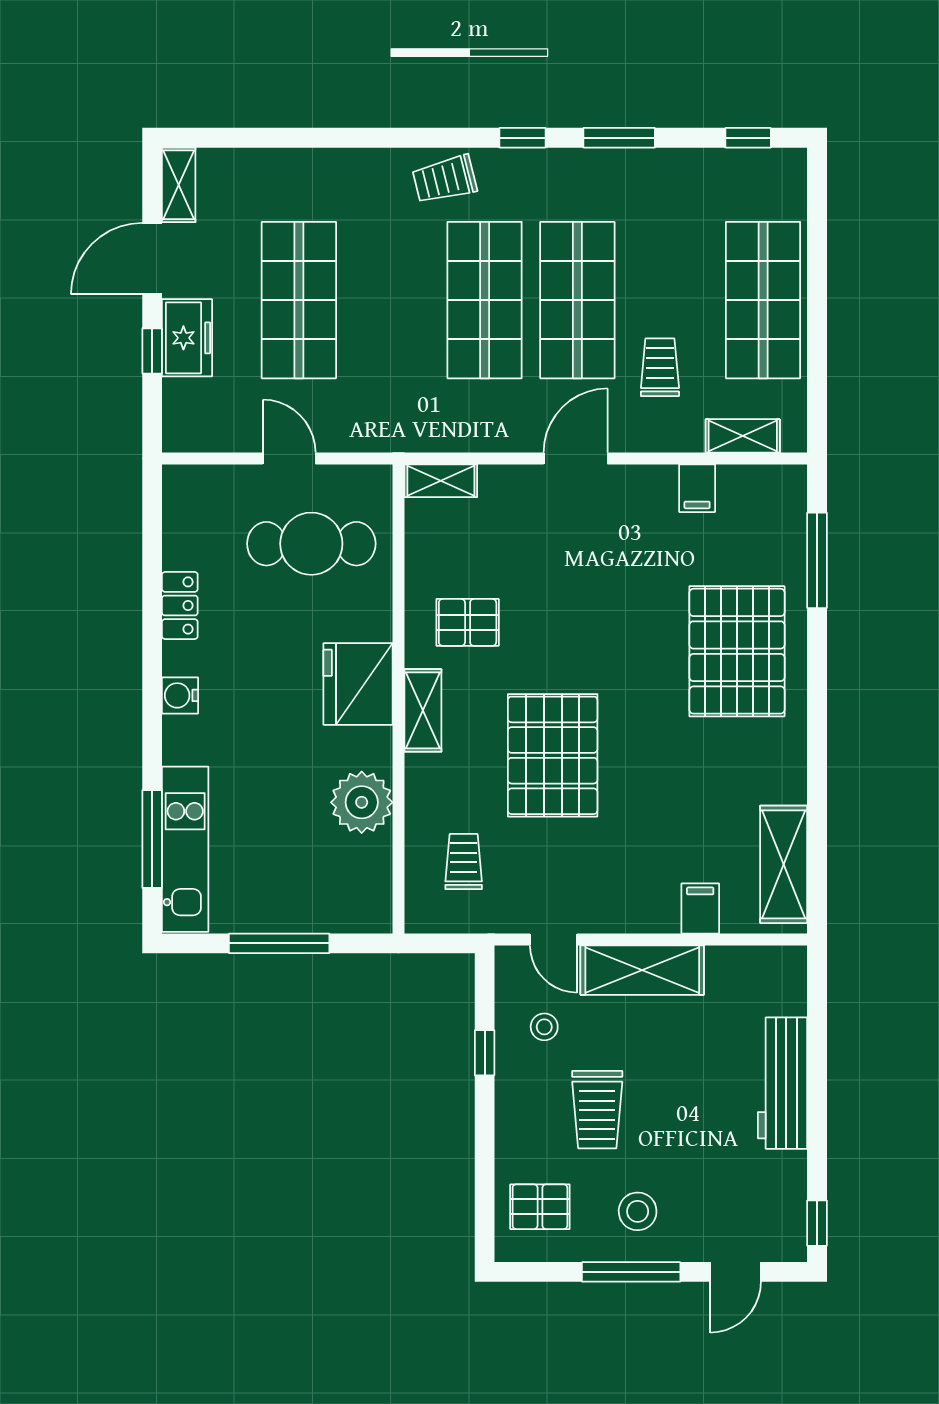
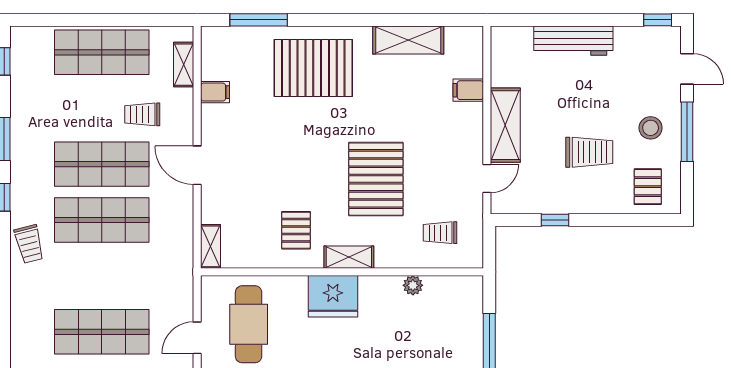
pallet: (553, 755) -> (376, 179), turned 90
plant: (362, 802) -> (413, 285), width x0.53, depth x0.53
shelving: (784, 864) -> (408, 40), moved
stool: (544, 1027) -> (539, 184), removed

